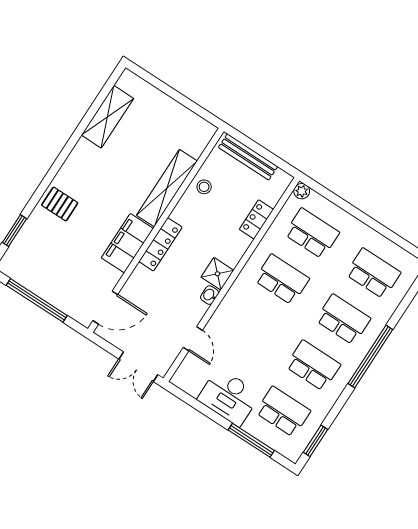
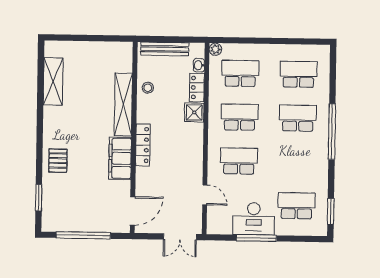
pallet: (60, 204) -> (58, 161), turned 90
shower: (217, 274) -> (194, 112), moved
washbasin: (210, 295) -> (199, 65), moved
school desk: (313, 366) -> (239, 161), moved
window: (251, 440) -> (256, 238), moved

